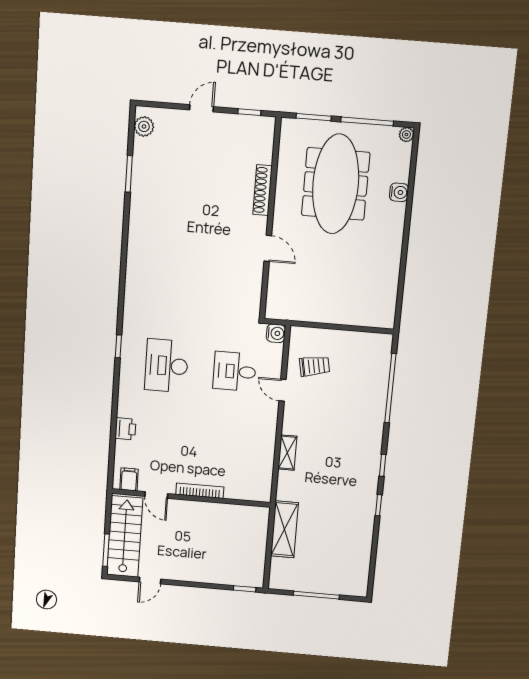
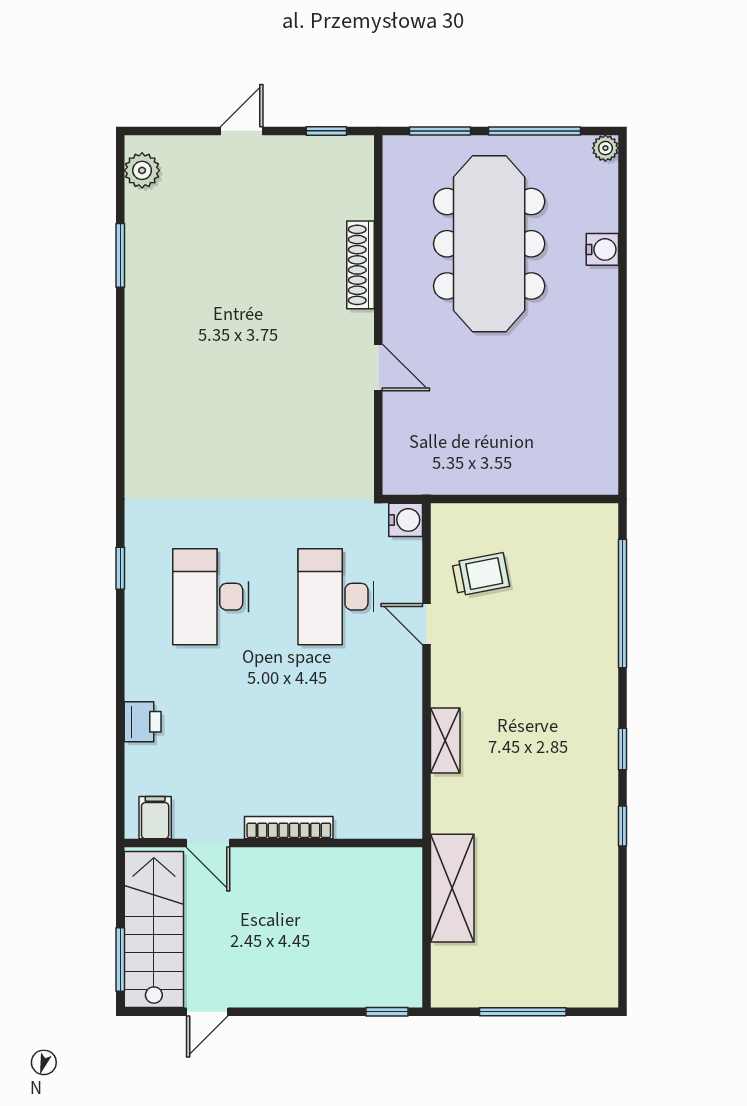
desk: (235, 371) -> (336, 597), width x1.37

